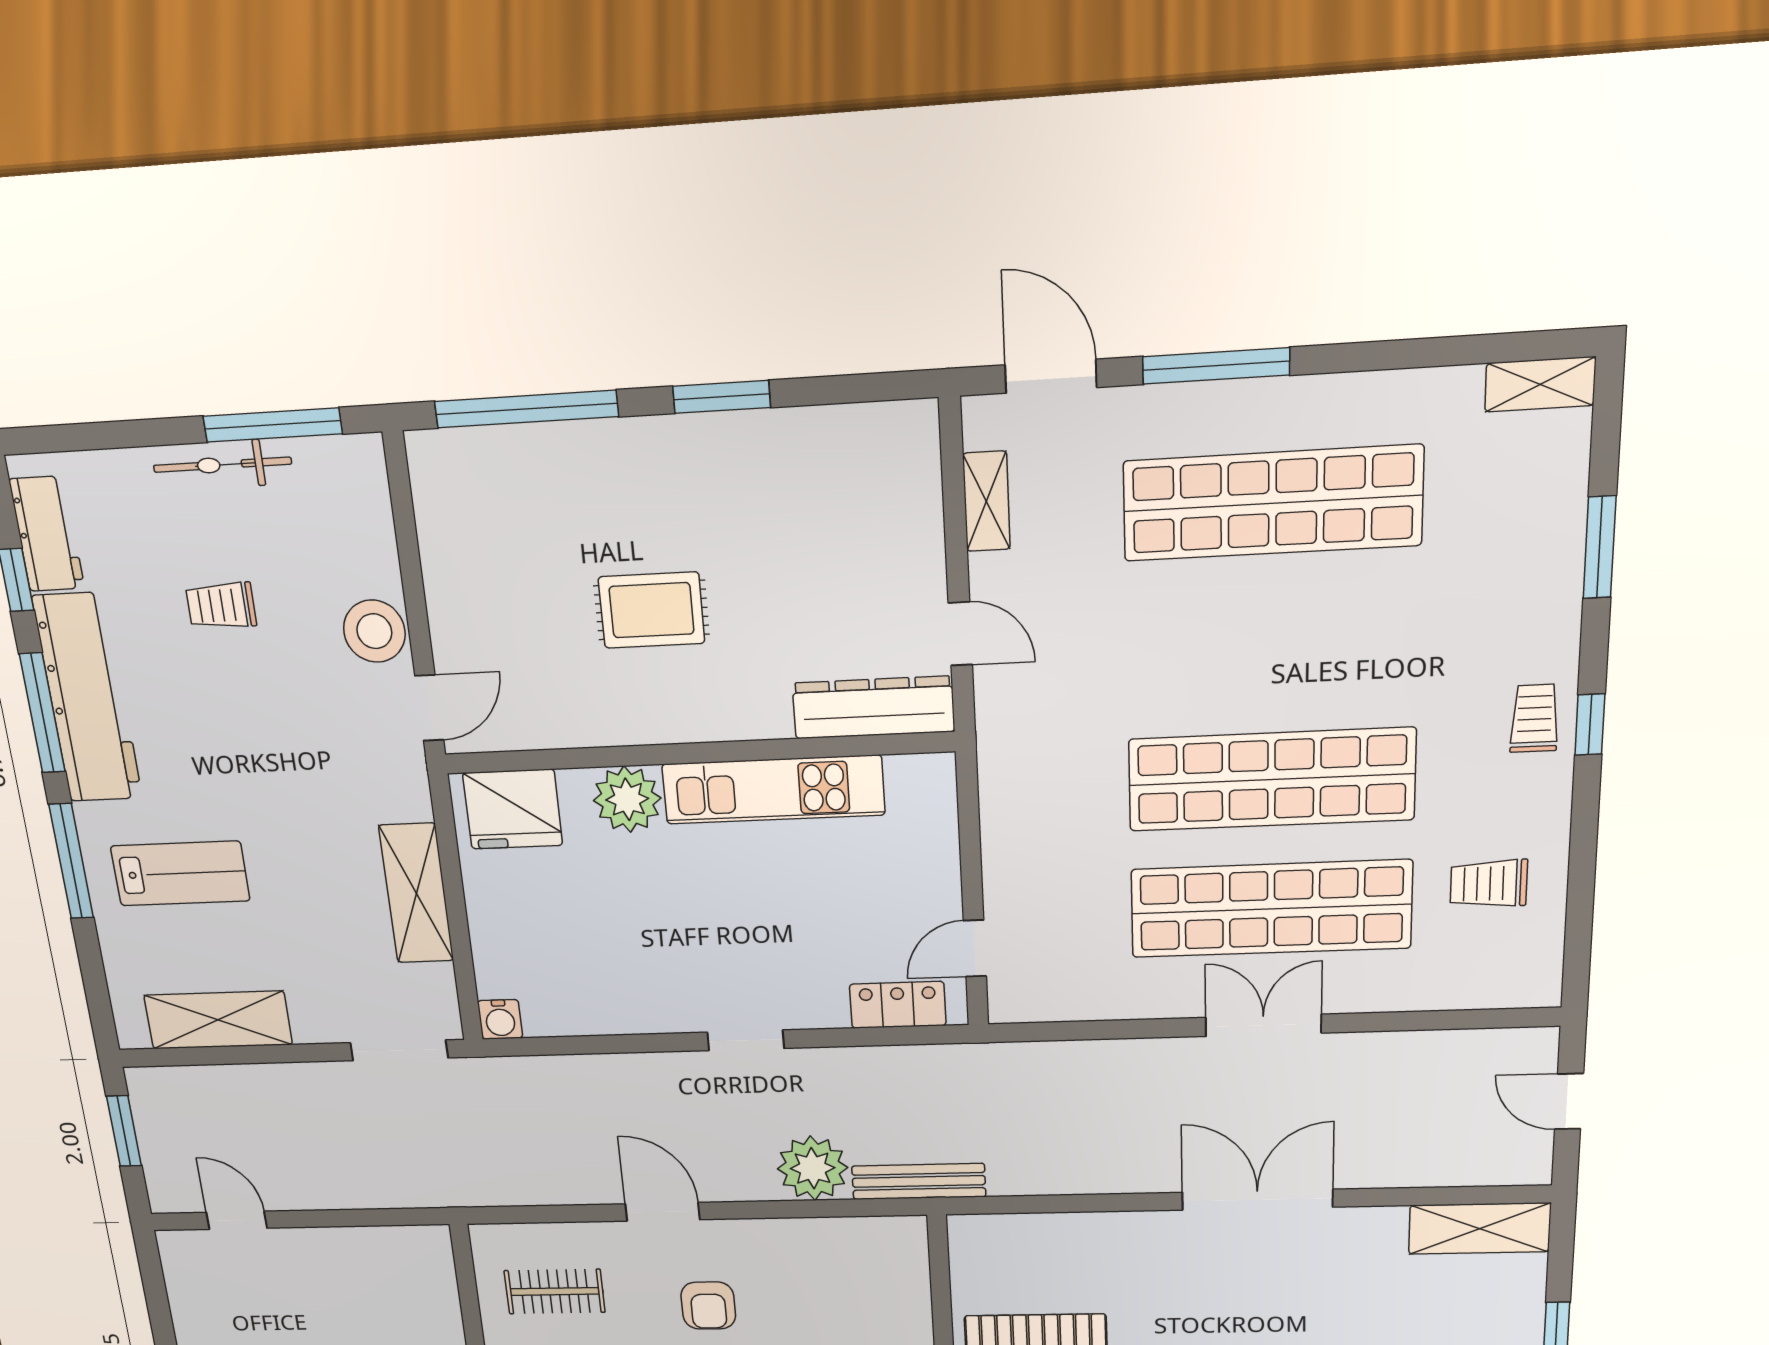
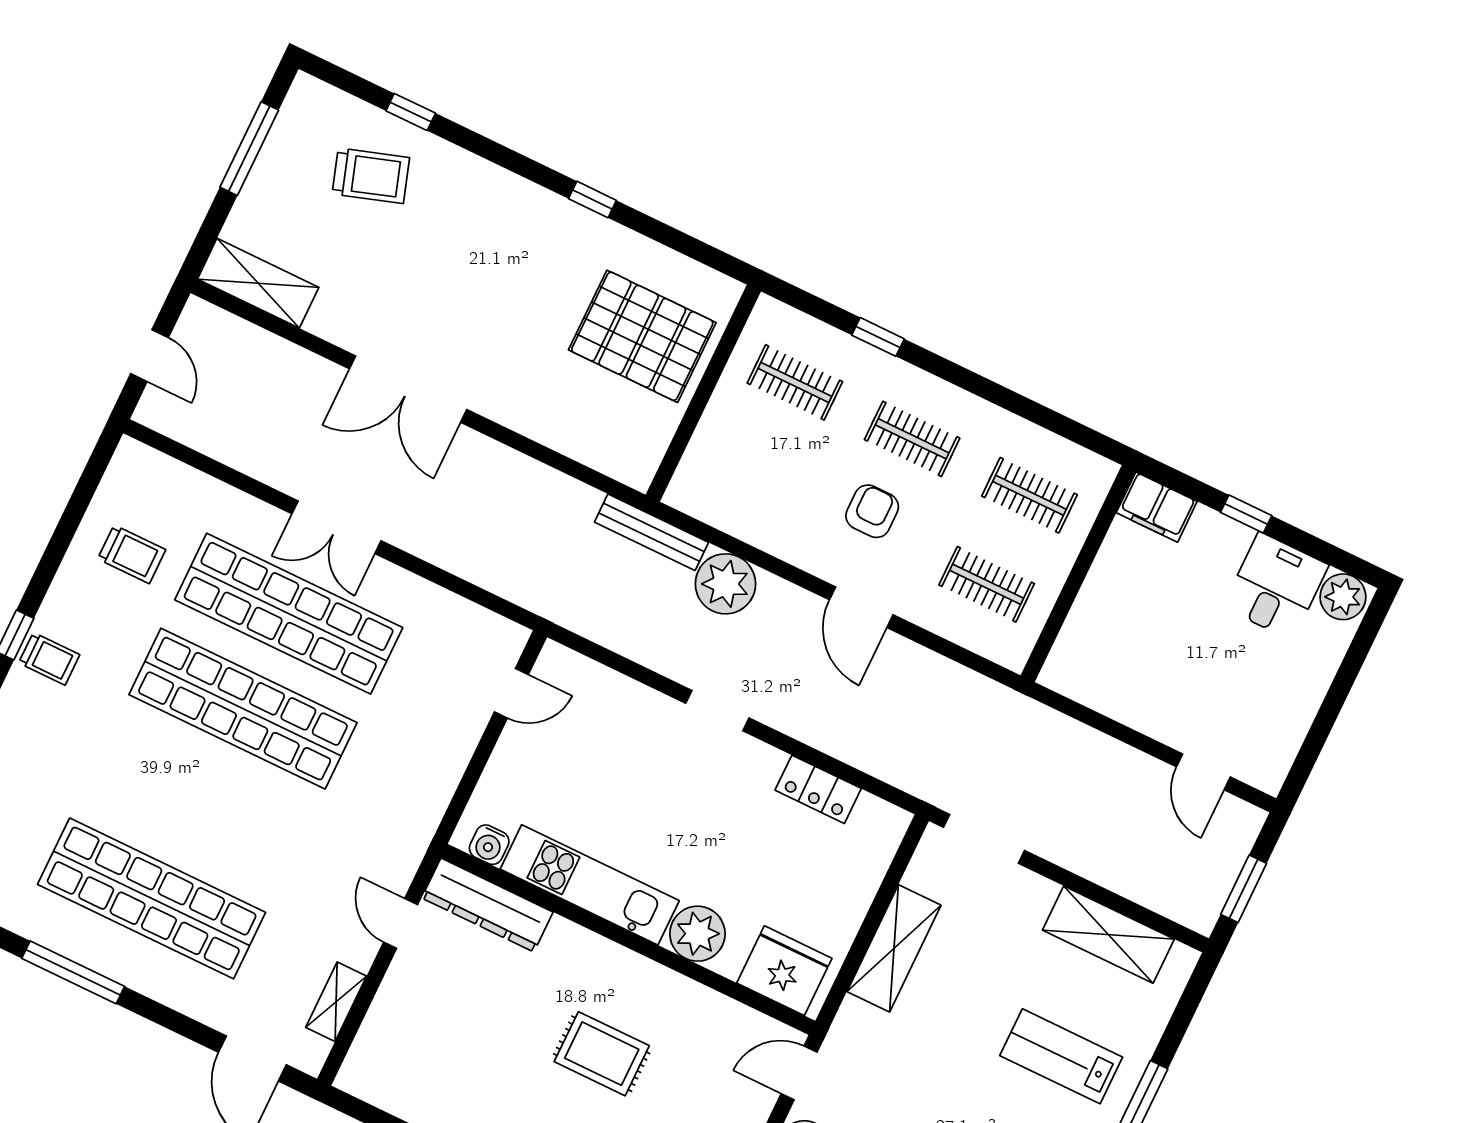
window: (1216, 366) -> (73, 972), moved
trolley: (1534, 718) -> (49, 659), turned -90
locker: (898, 1005) -> (818, 789), moved
water cooler: (500, 1019) -> (489, 845), moved, turned 180

